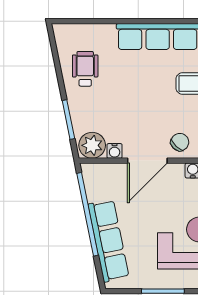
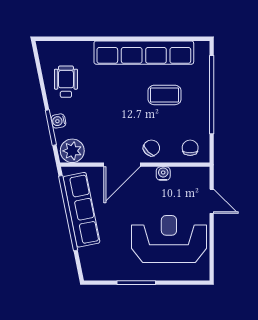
water cooler: (115, 151) -> (58, 121), moved, turned 79
row of seats: (108, 241) -> (81, 210), moved

